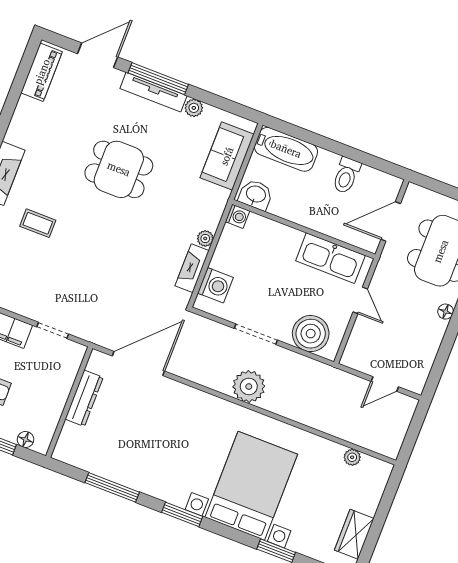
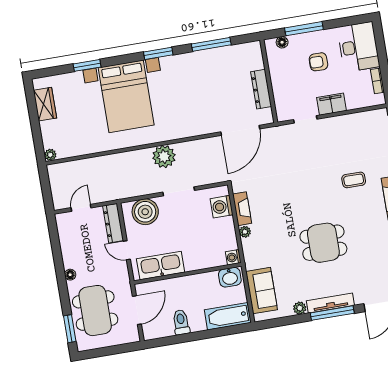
dresser: (357, 343) -> (113, 223), added
plant: (352, 457) -> (50, 155), moved

